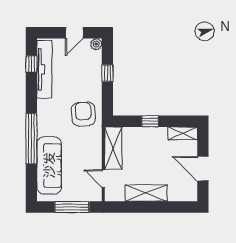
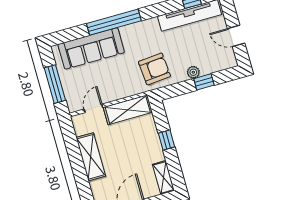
plant: (96, 44) -> (193, 72), moved

